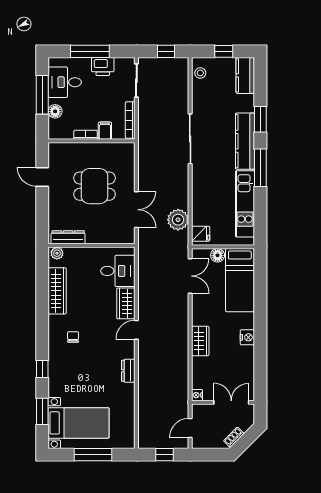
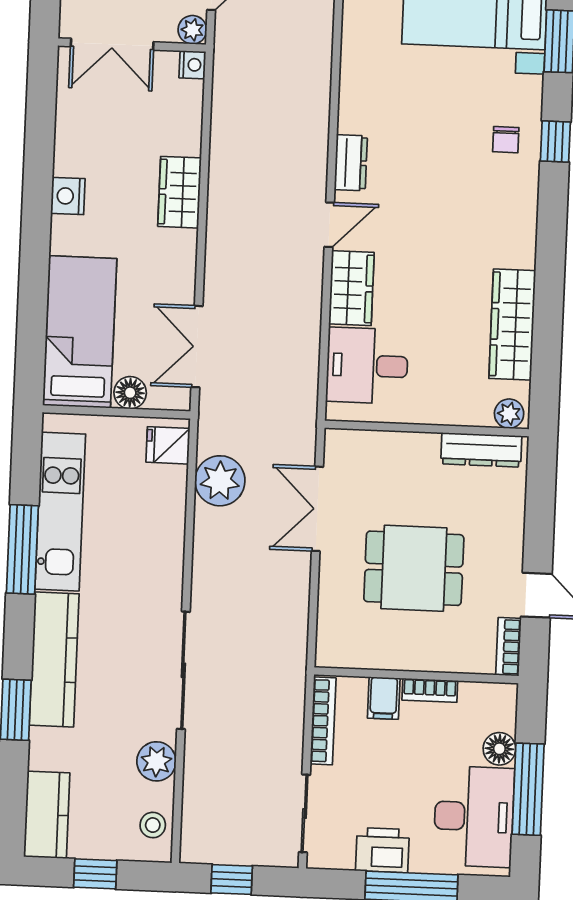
desk: (65, 82) -> (474, 817), width x1.37
plant: (200, 100) -> (156, 761), added
bookcase: (53, 155) -> (508, 647), added
window: (260, 168) -> (22, 549), moved
chair: (73, 337) -> (506, 140), moved
dresser: (128, 371) -> (351, 163), moved
plant: (198, 410) -> (192, 30), added

